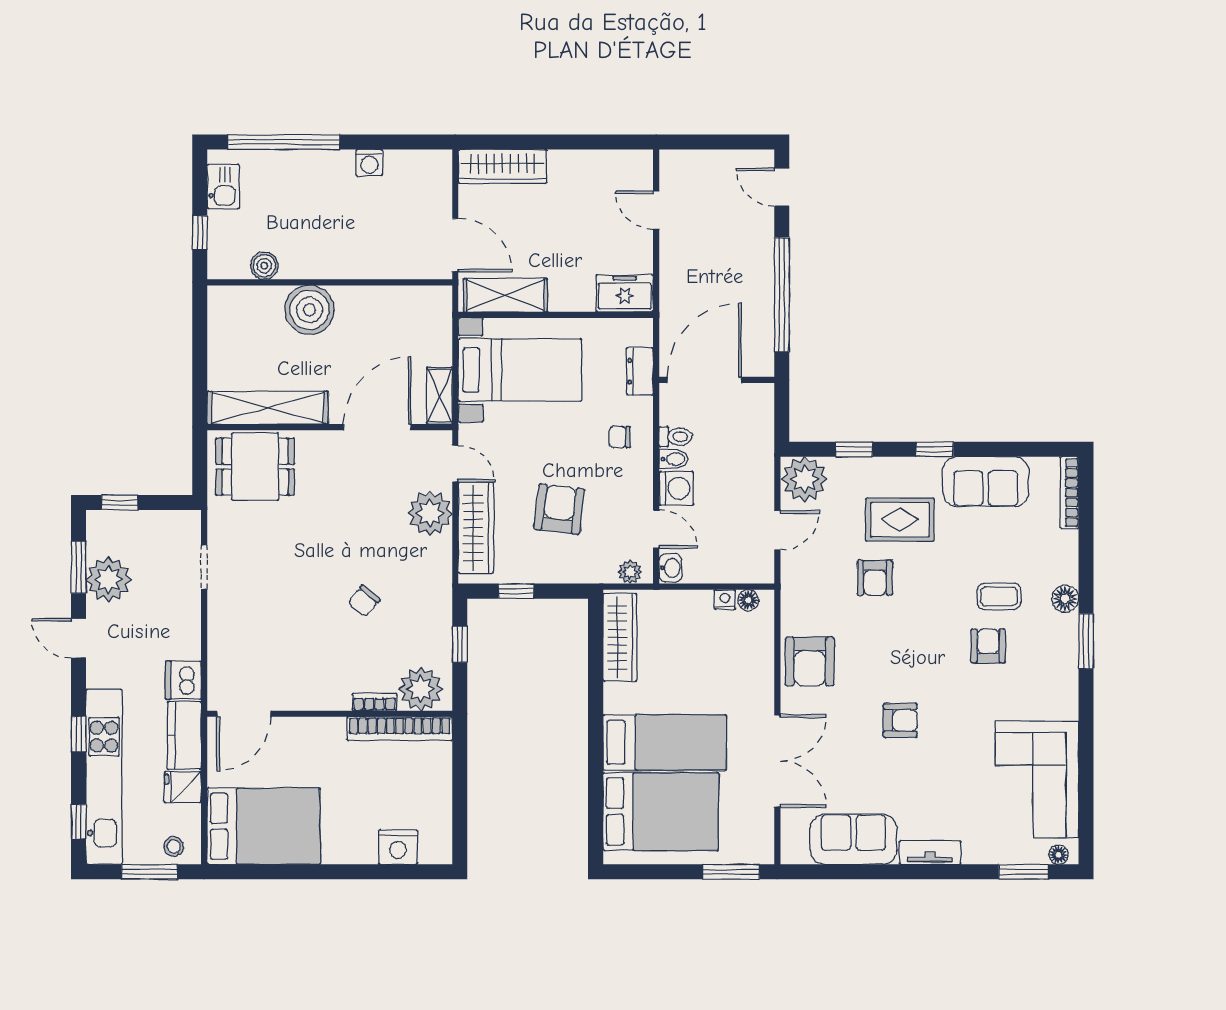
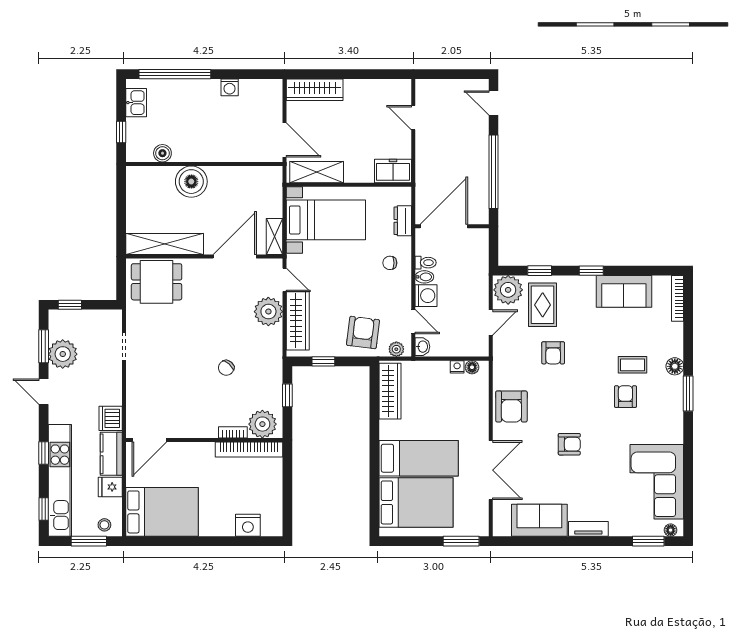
armchair: (559, 509) -> (363, 332), moved
rug: (900, 520) -> (543, 305), moved, turned 90

